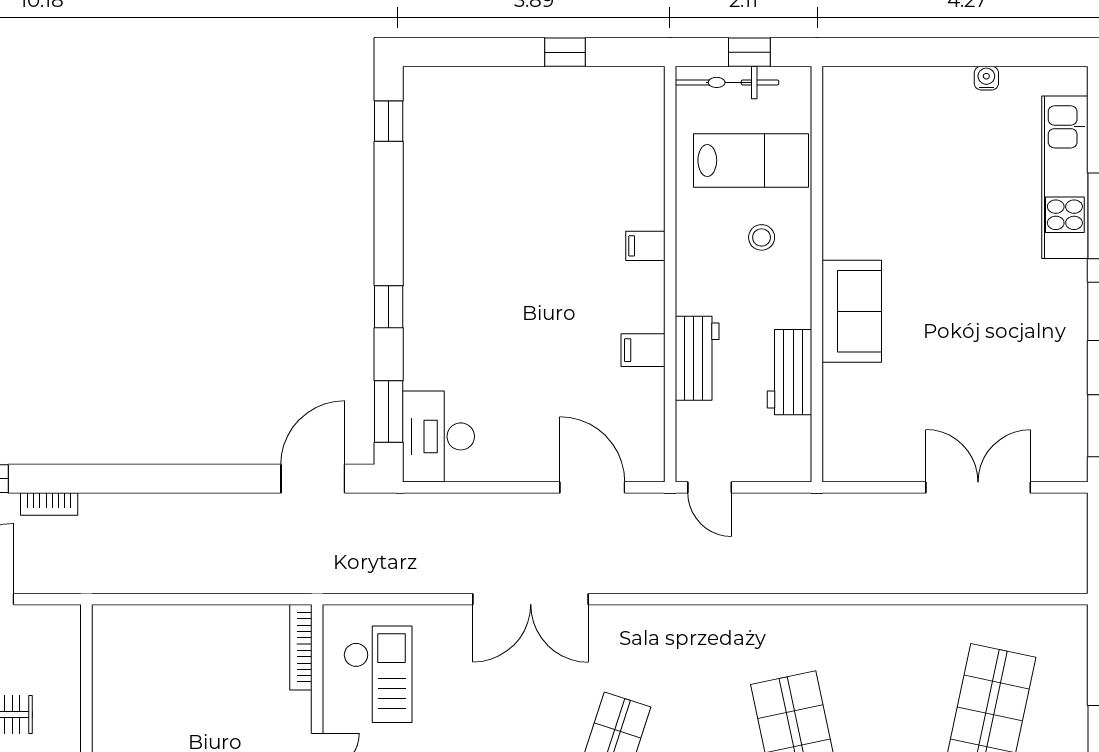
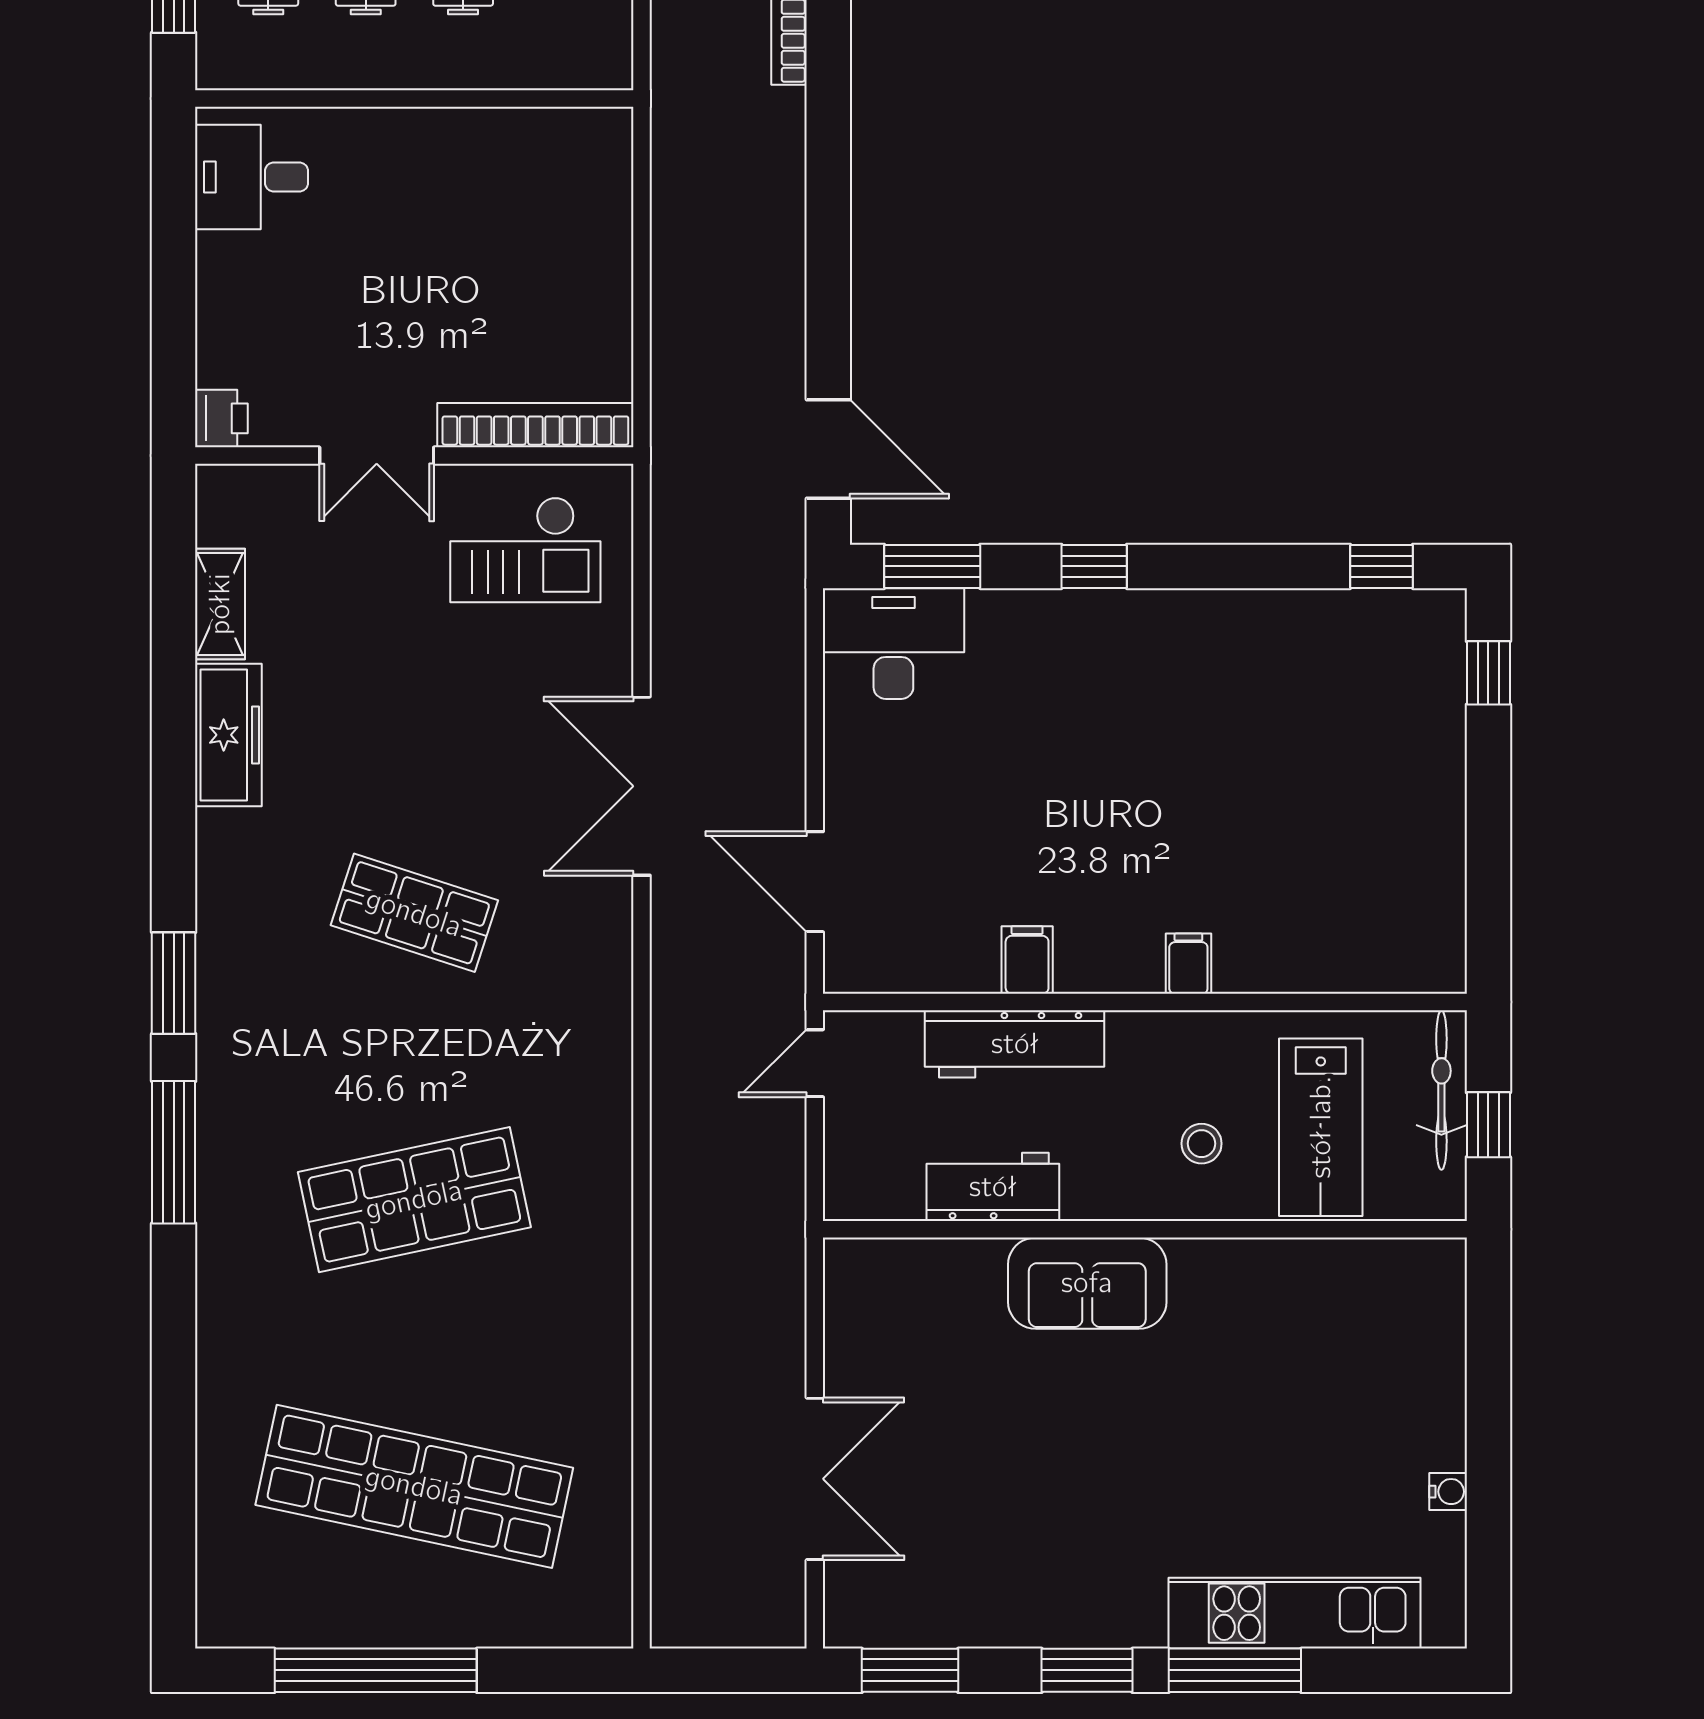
window: (565, 52) -> (1488, 673), moved
workbench: (697, 358) -> (1015, 1044), width x1.38
door: (592, 487) -> (815, 882), swing flipped
bookcase: (301, 647) -> (535, 425), width x1.48, depth x1.31

